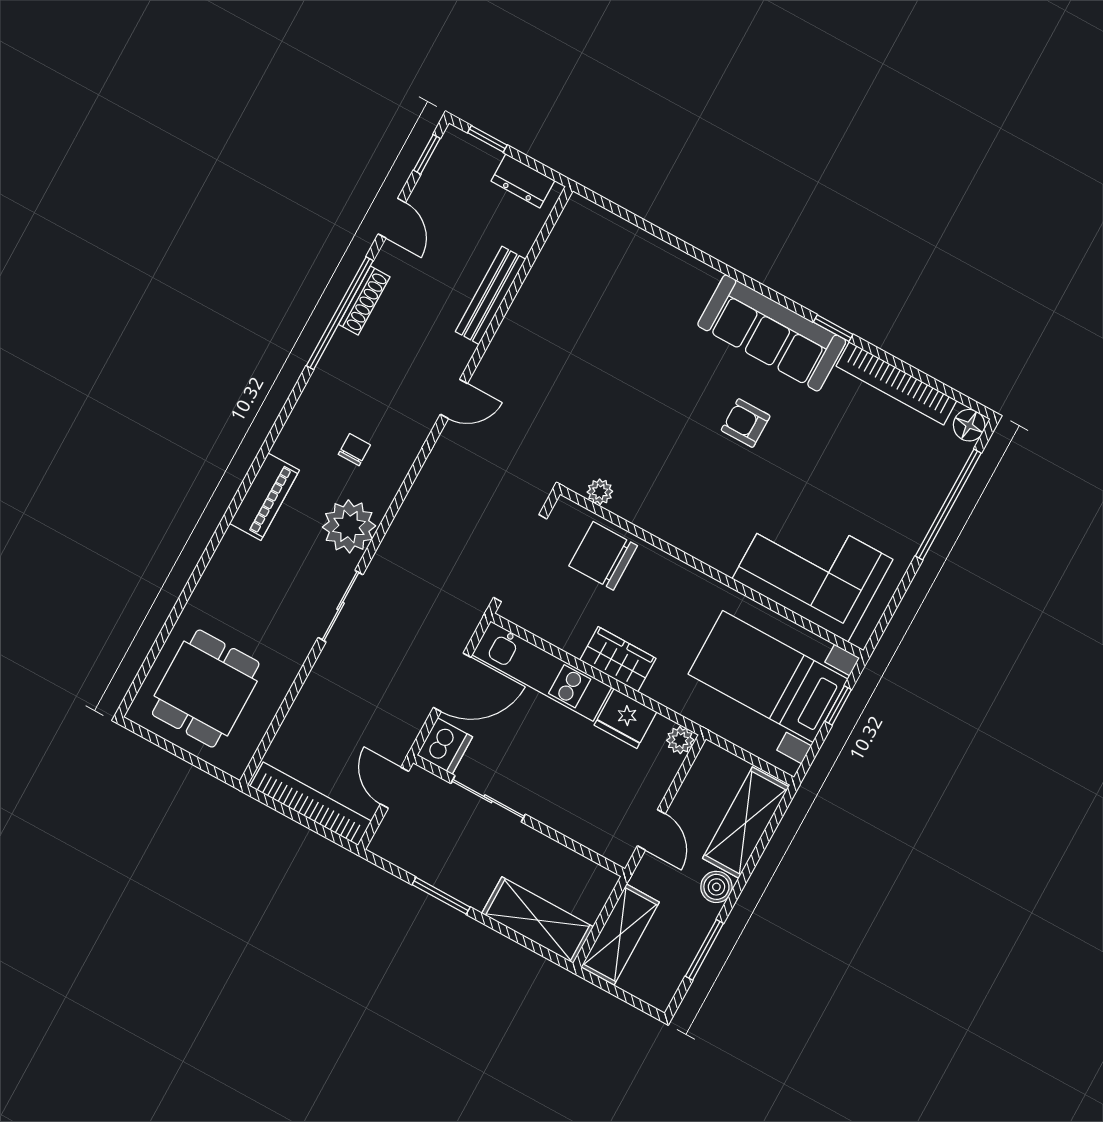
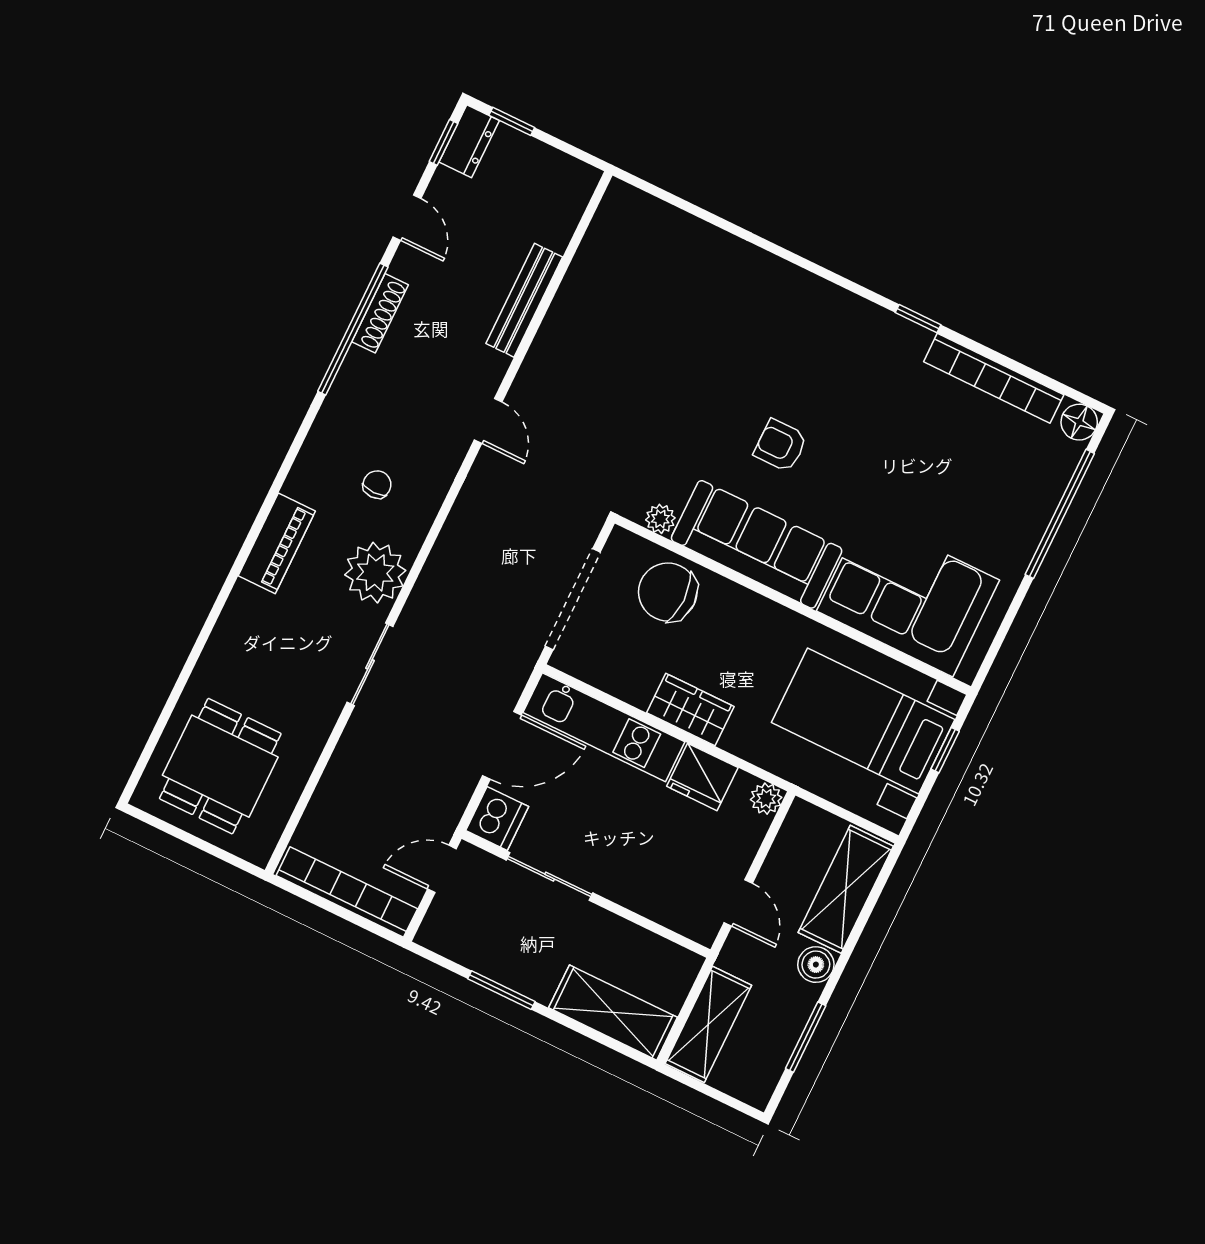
dresser: (523, 181) -> (469, 141), moved, turned -90
sofa: (772, 333) -> (757, 544), moved, turned 180
door: (454, 399) -> (488, 421), hinge flipped
armchair: (746, 423) -> (781, 445), moved
door: (395, 788) -> (442, 869), hinge flipped

